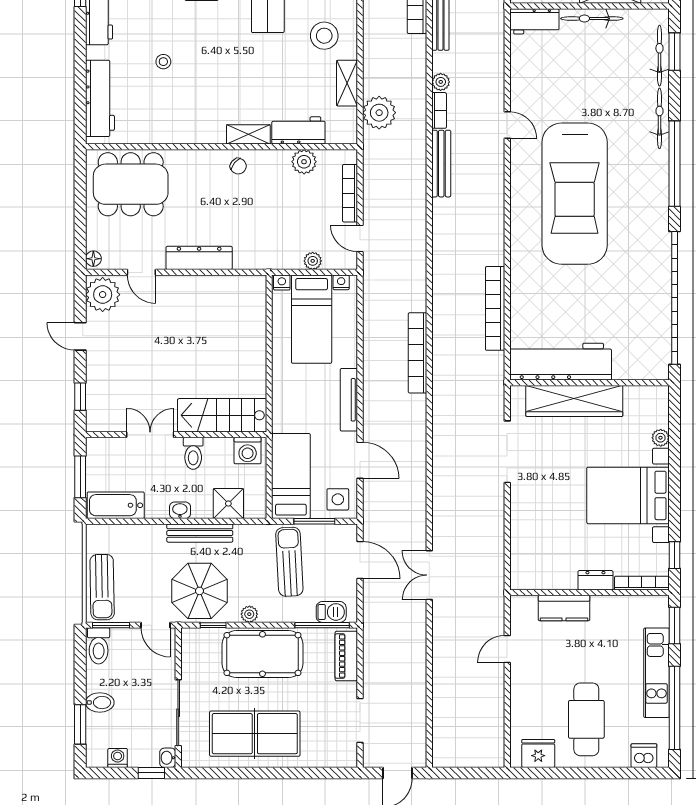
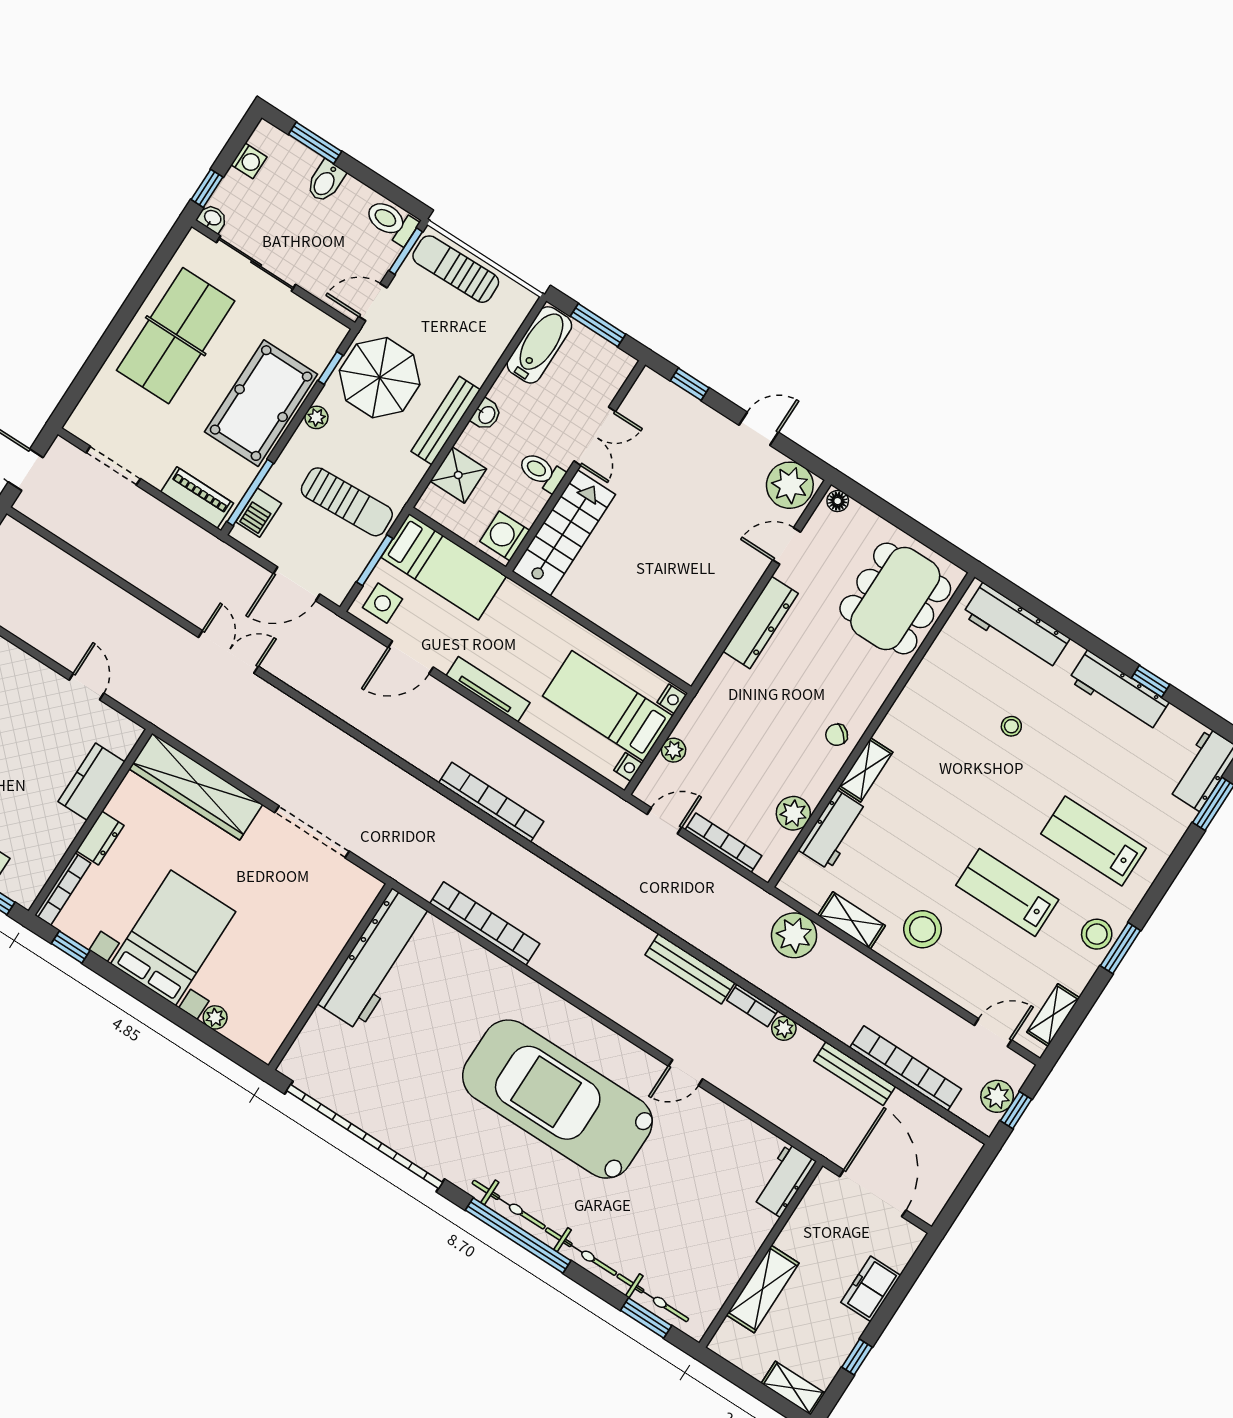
bicycle: (592, 19) -> (509, 1205), moved, turned 90
wardrobe: (574, 401) -> (196, 787), moved, turned -90

